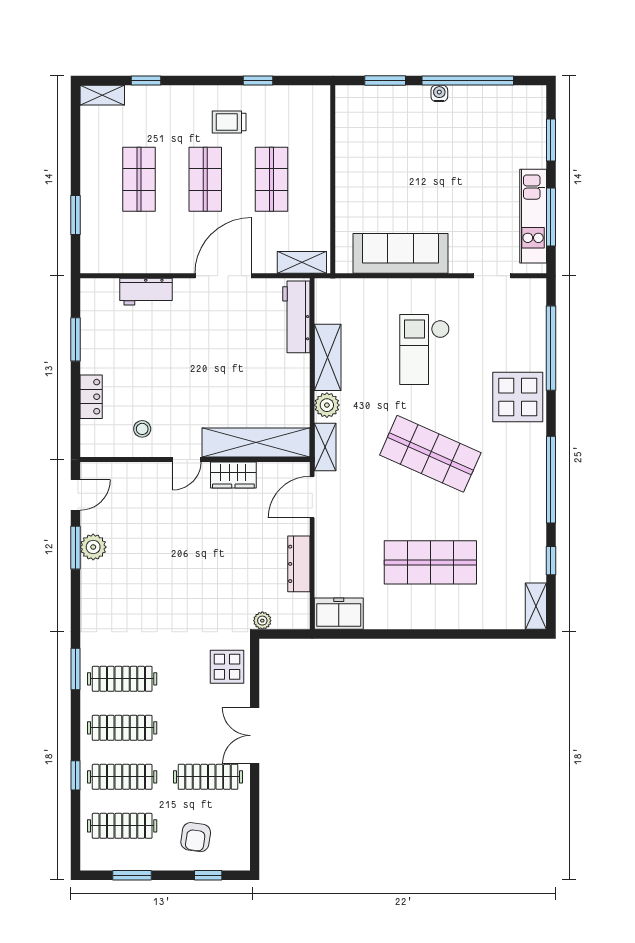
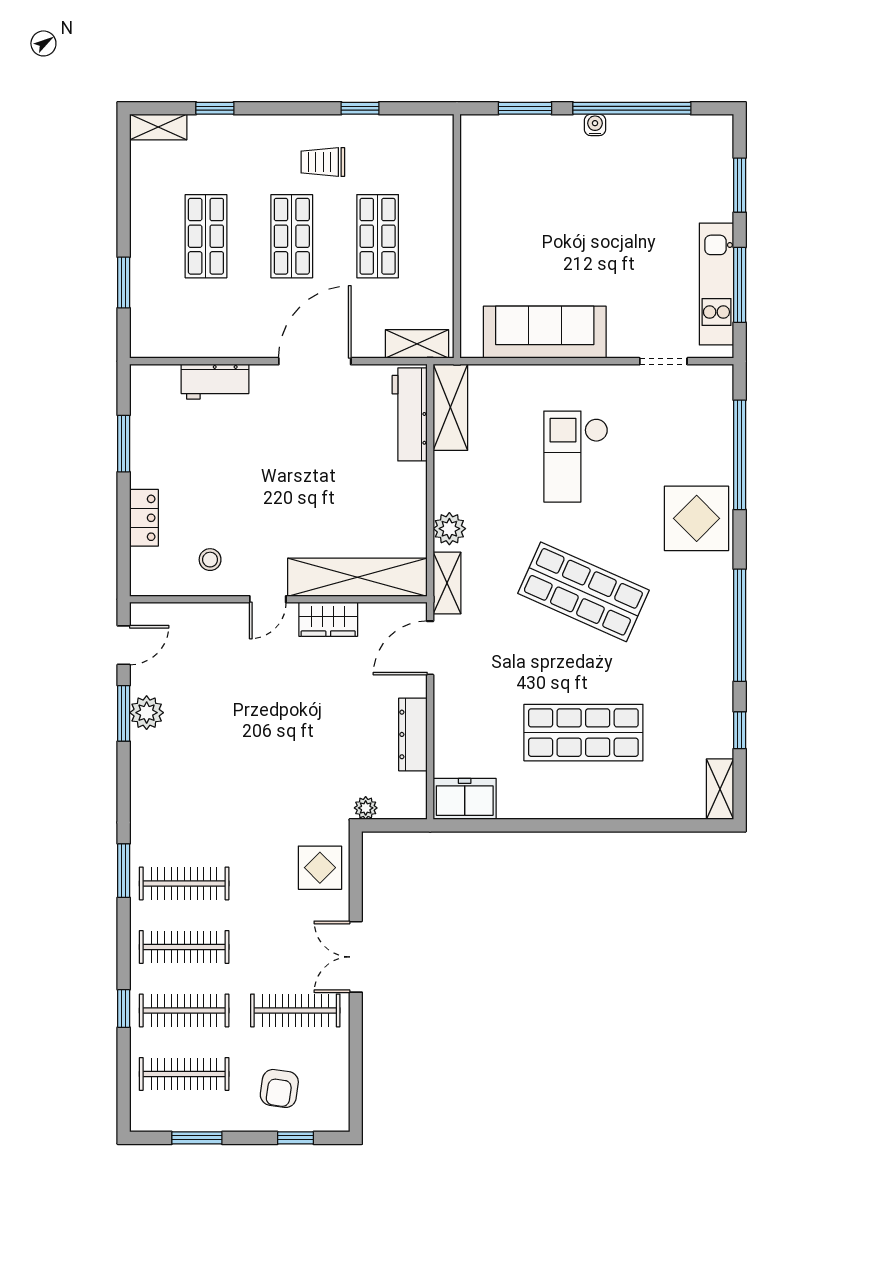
shelving: (328, 357) -> (450, 407), moved

